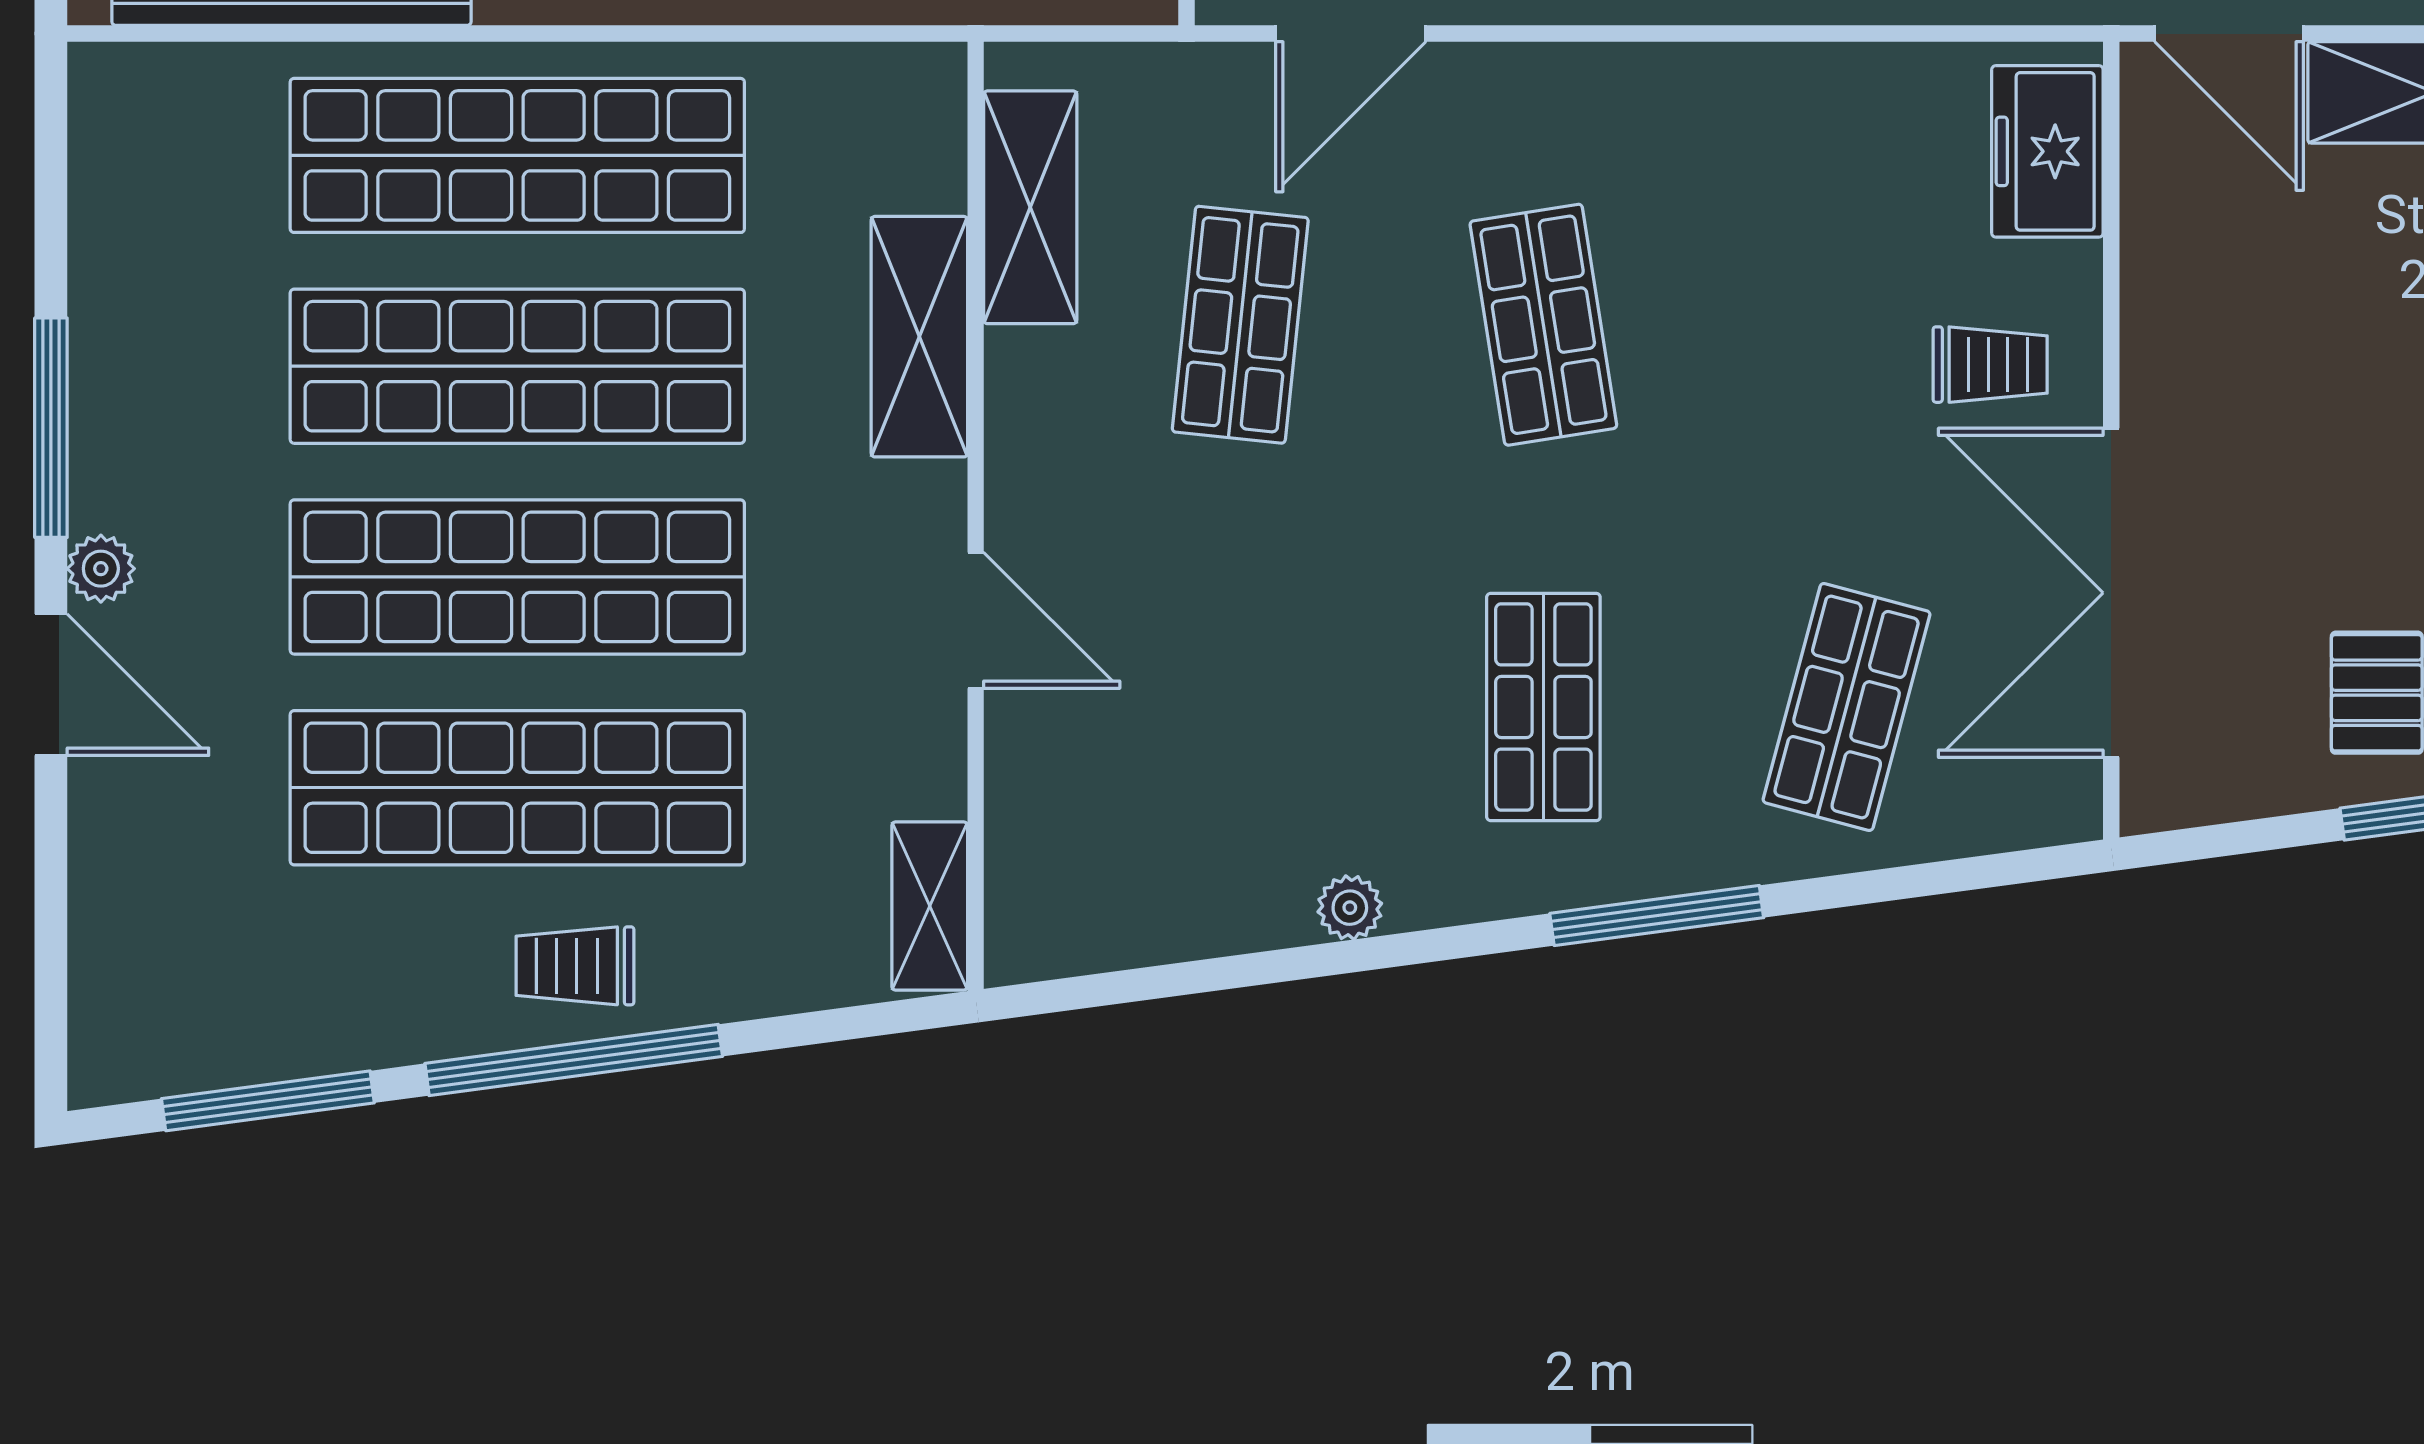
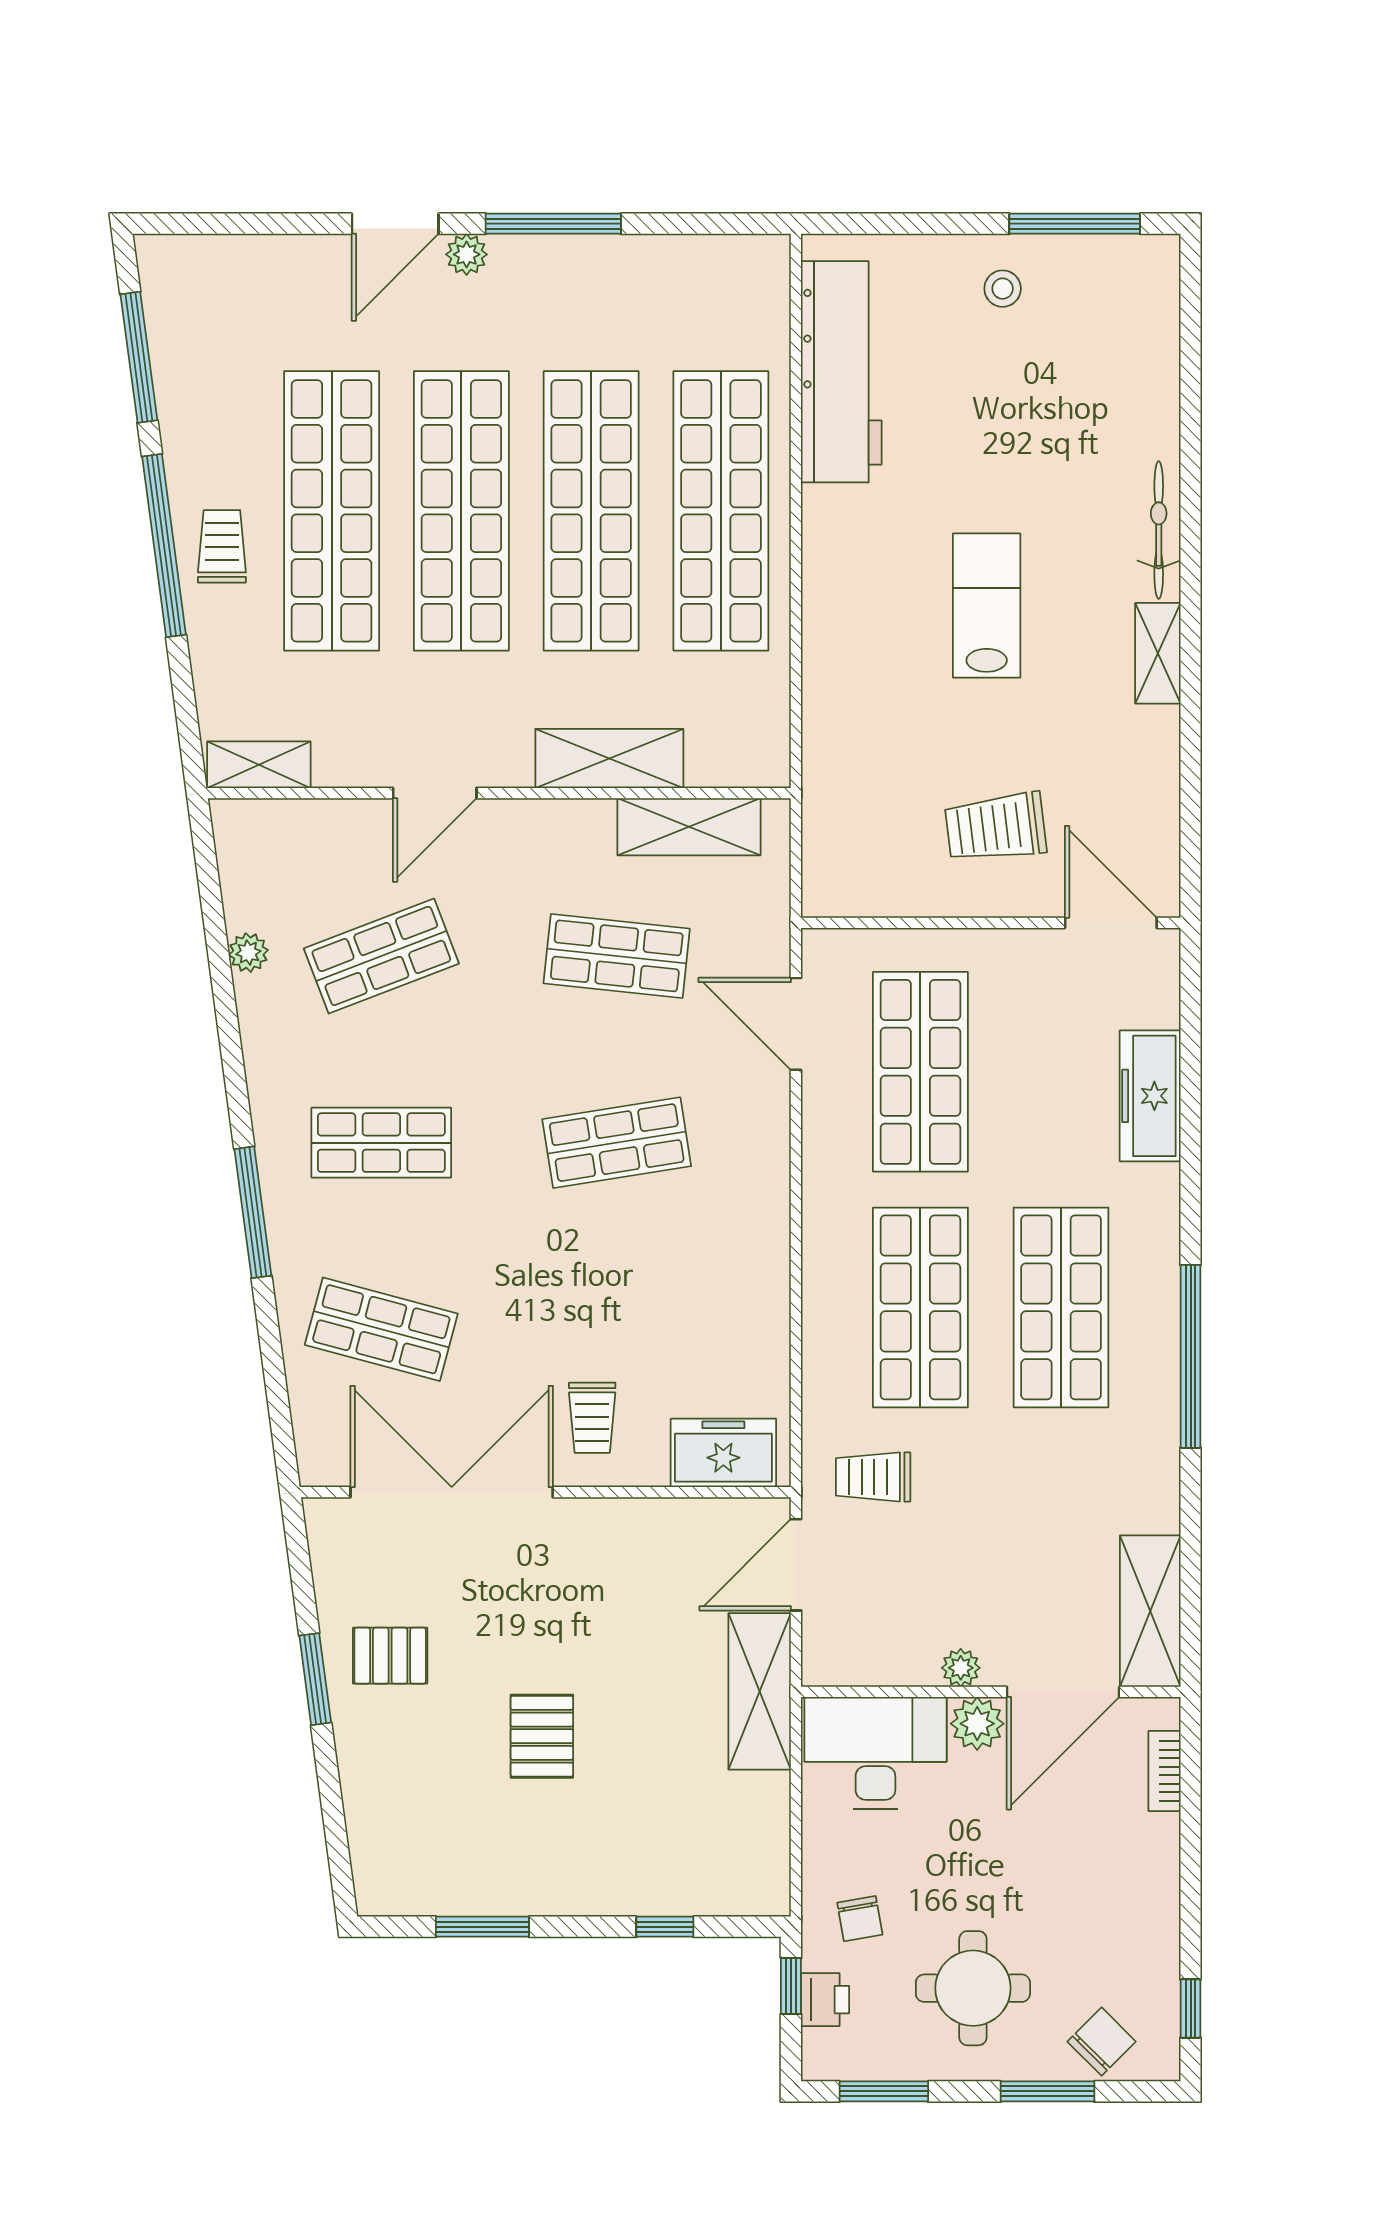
shop shelf: (1240, 707) -> (381, 956), added
plant: (1350, 908) -> (248, 953), moved

